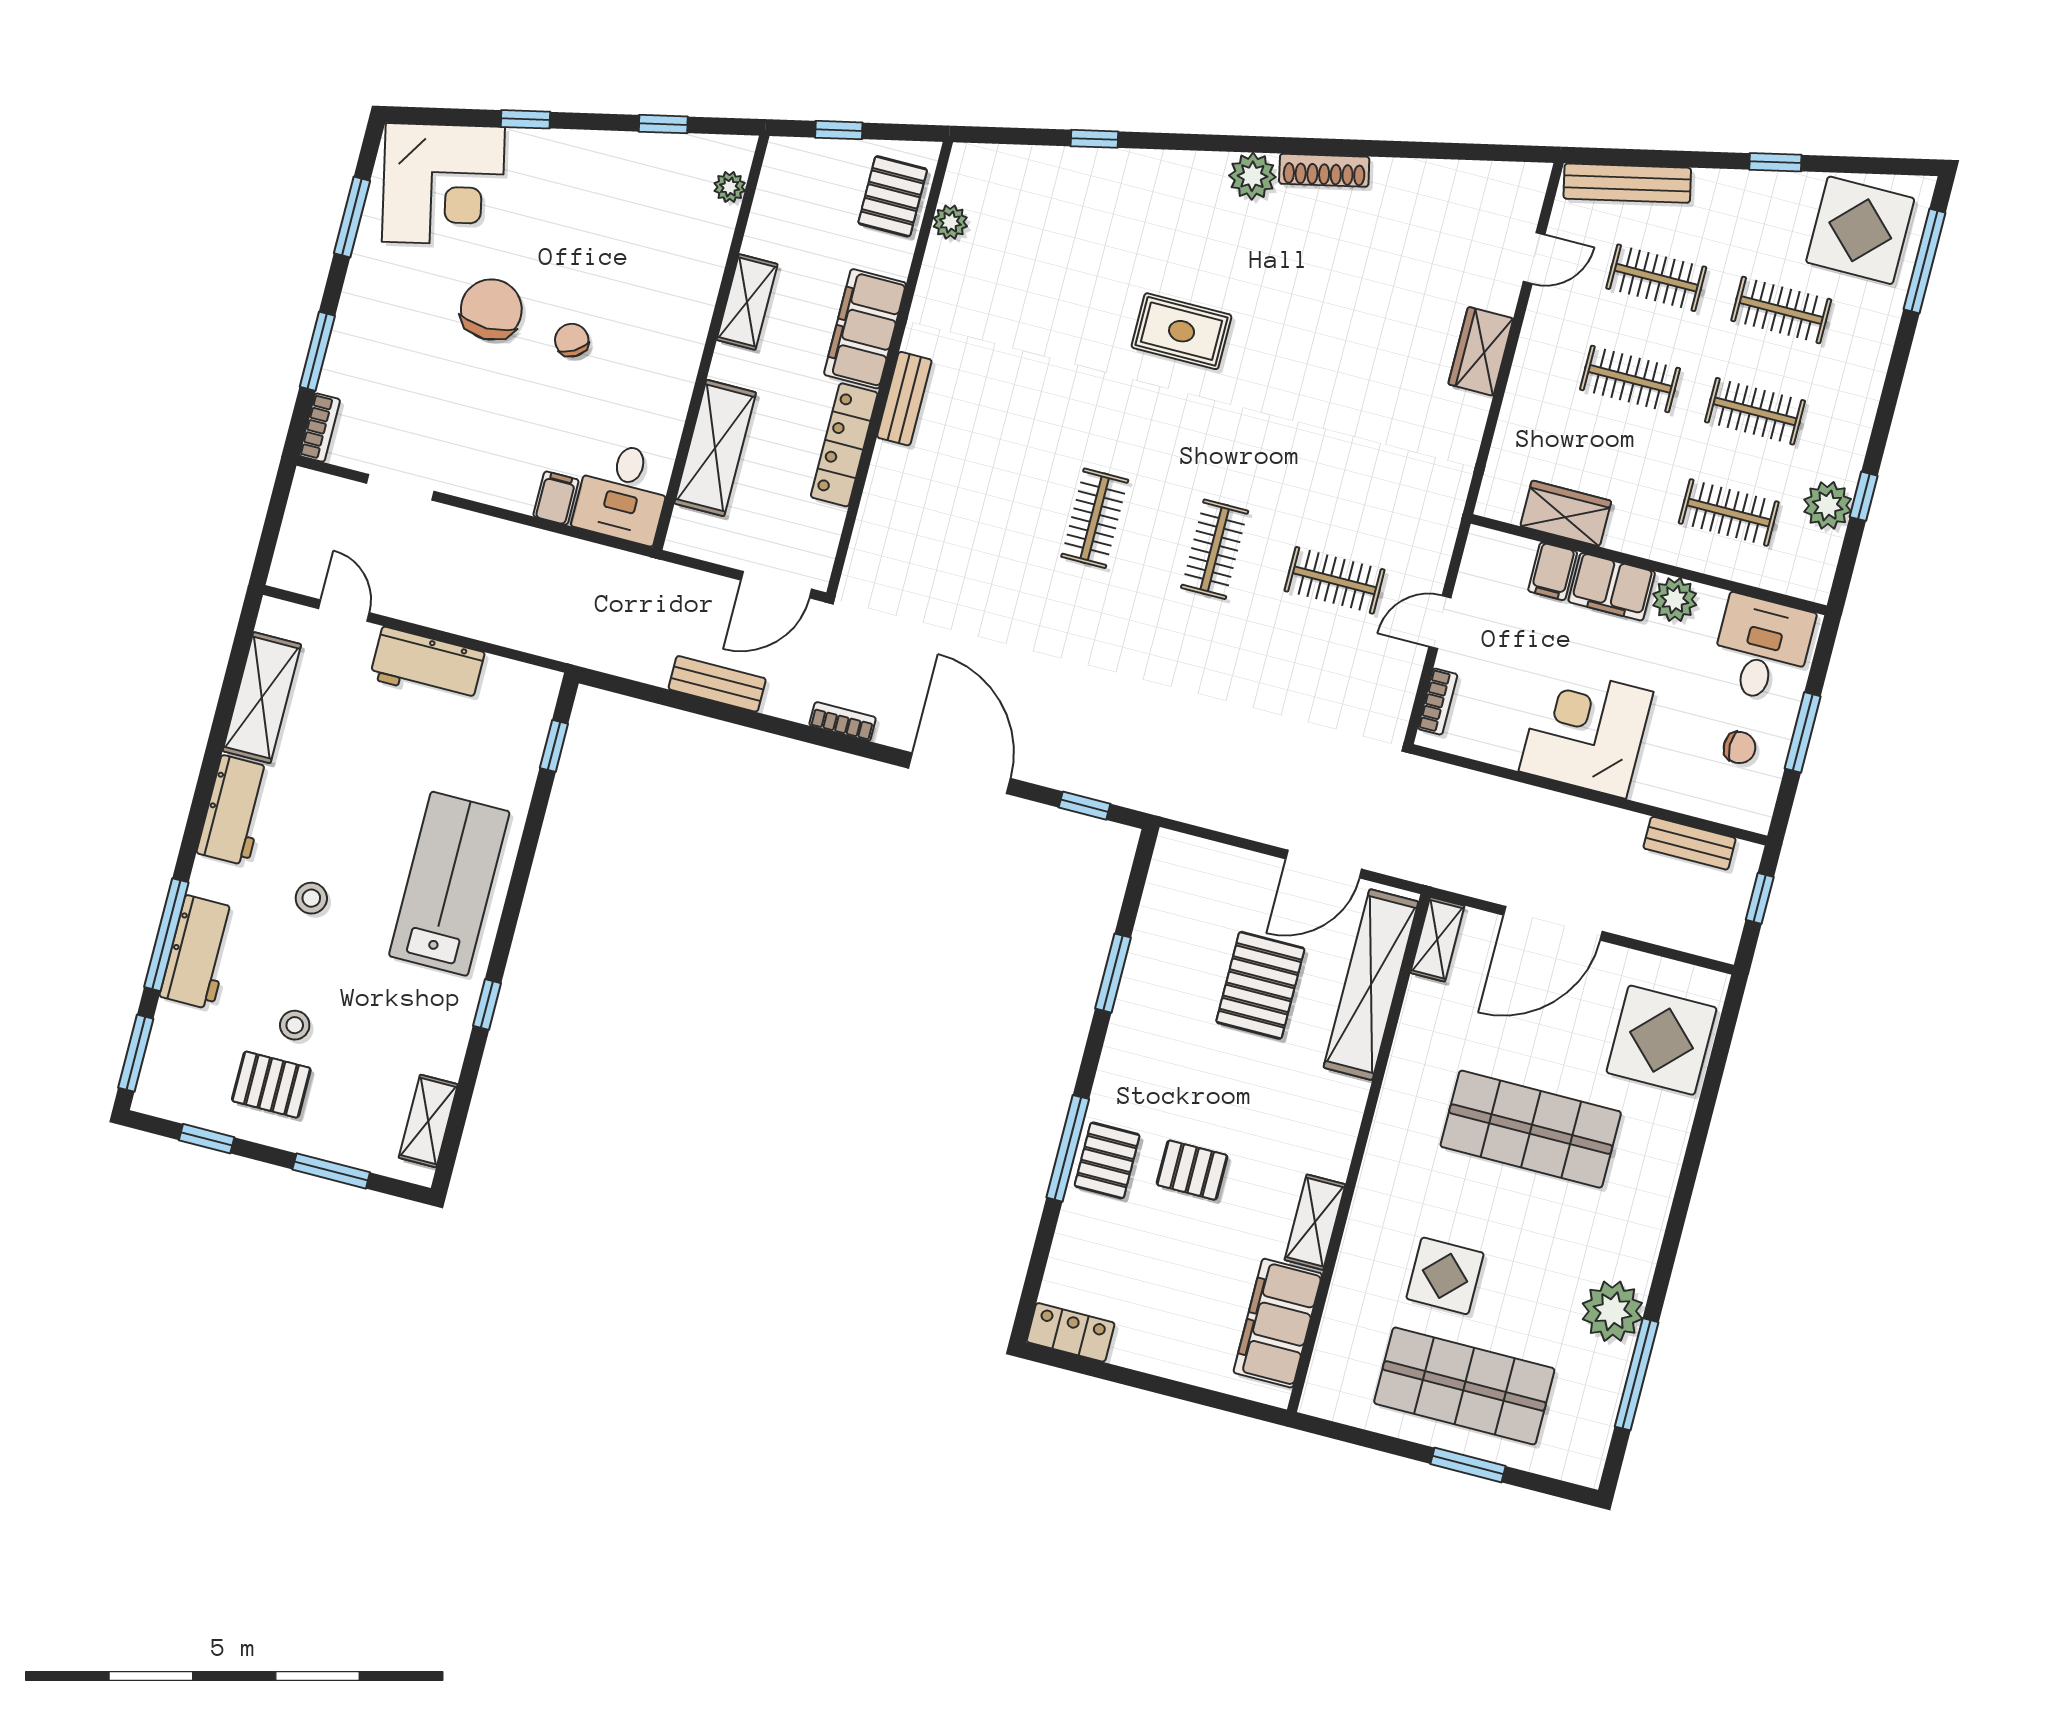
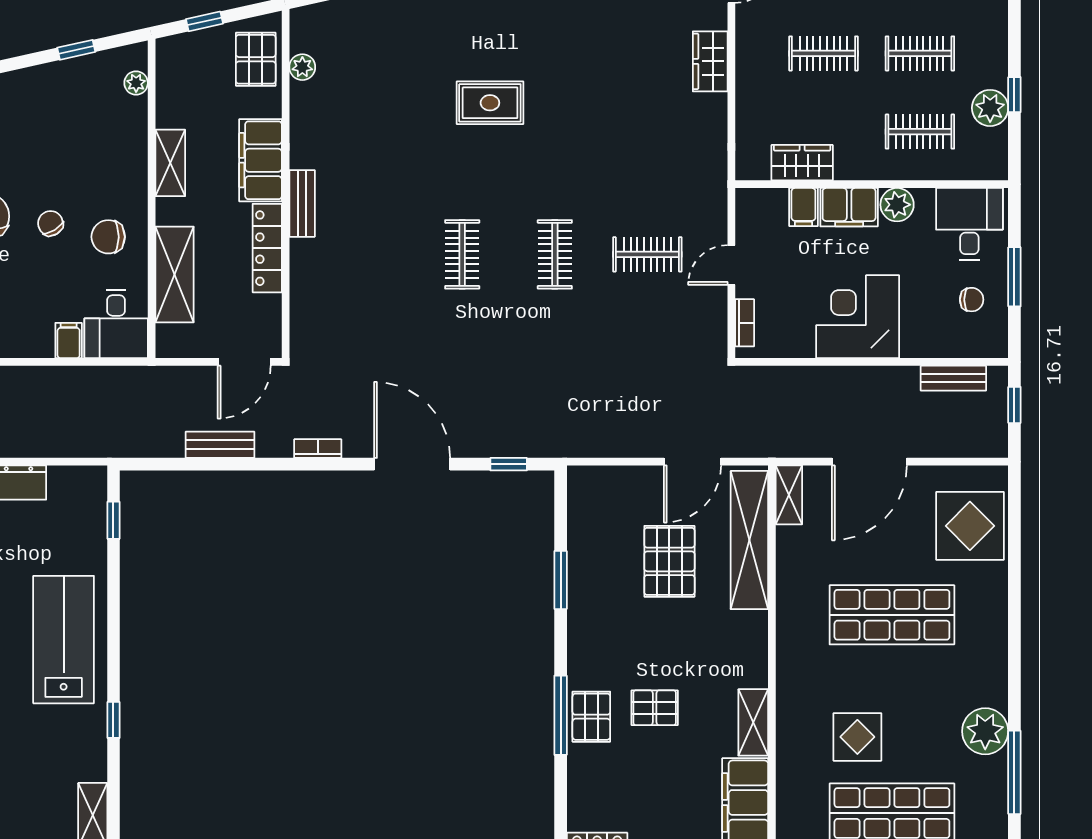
chair: (642, 377) -> (108, 237), added

